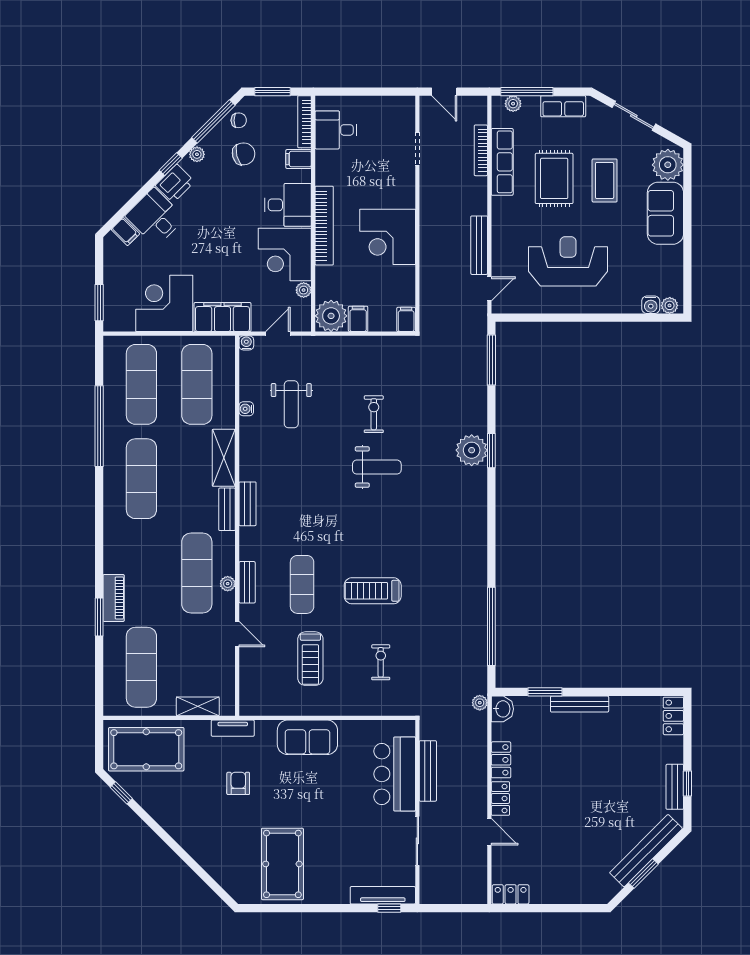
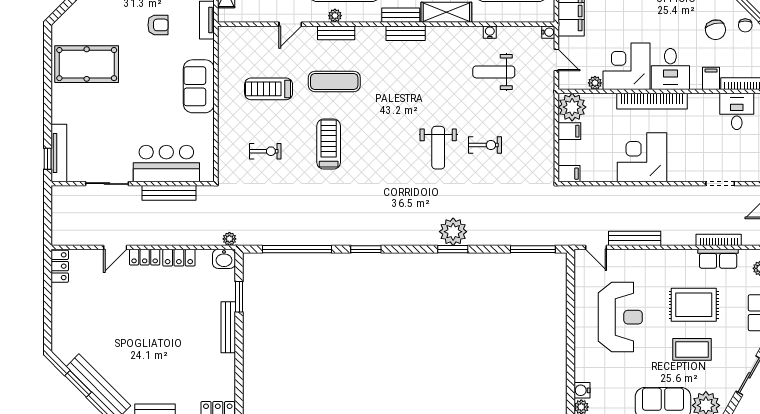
row of seats: (502, 162) -> (718, 259), width x0.68
window: (491, 549) -> (366, 249), added

